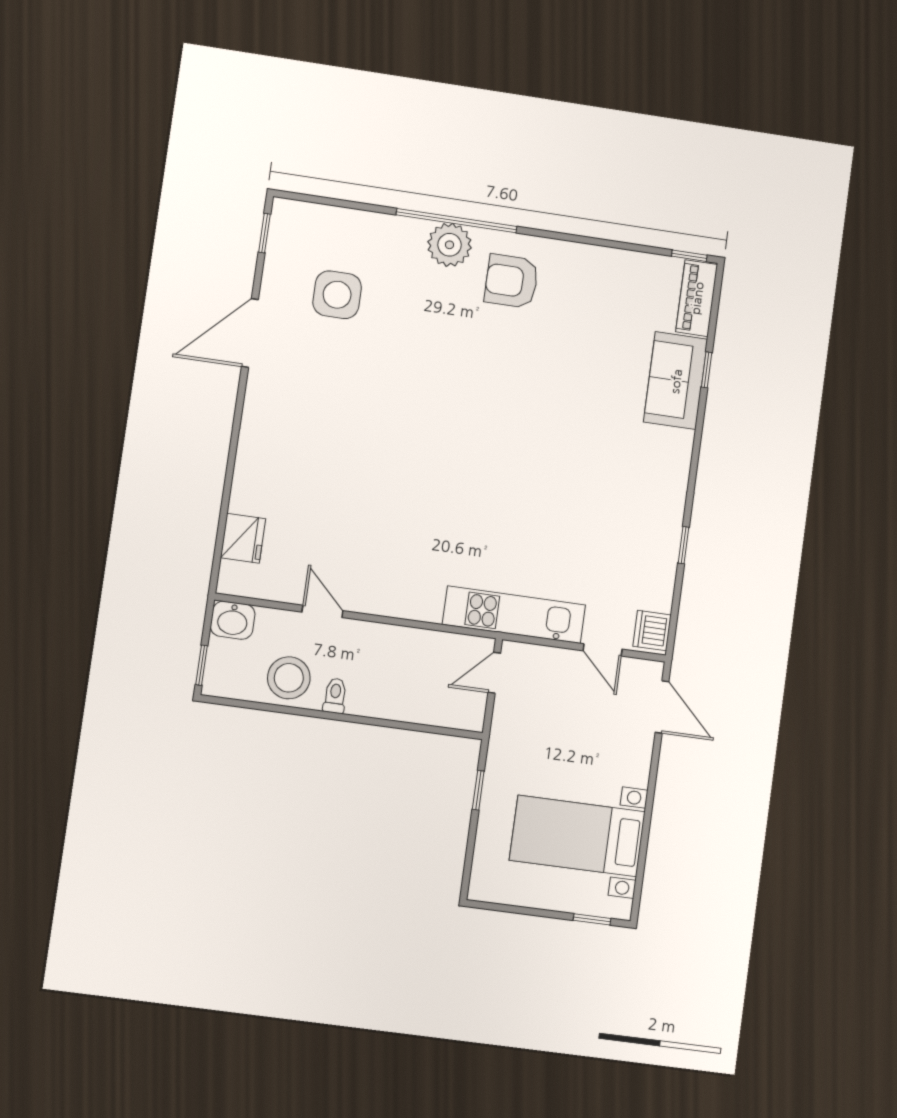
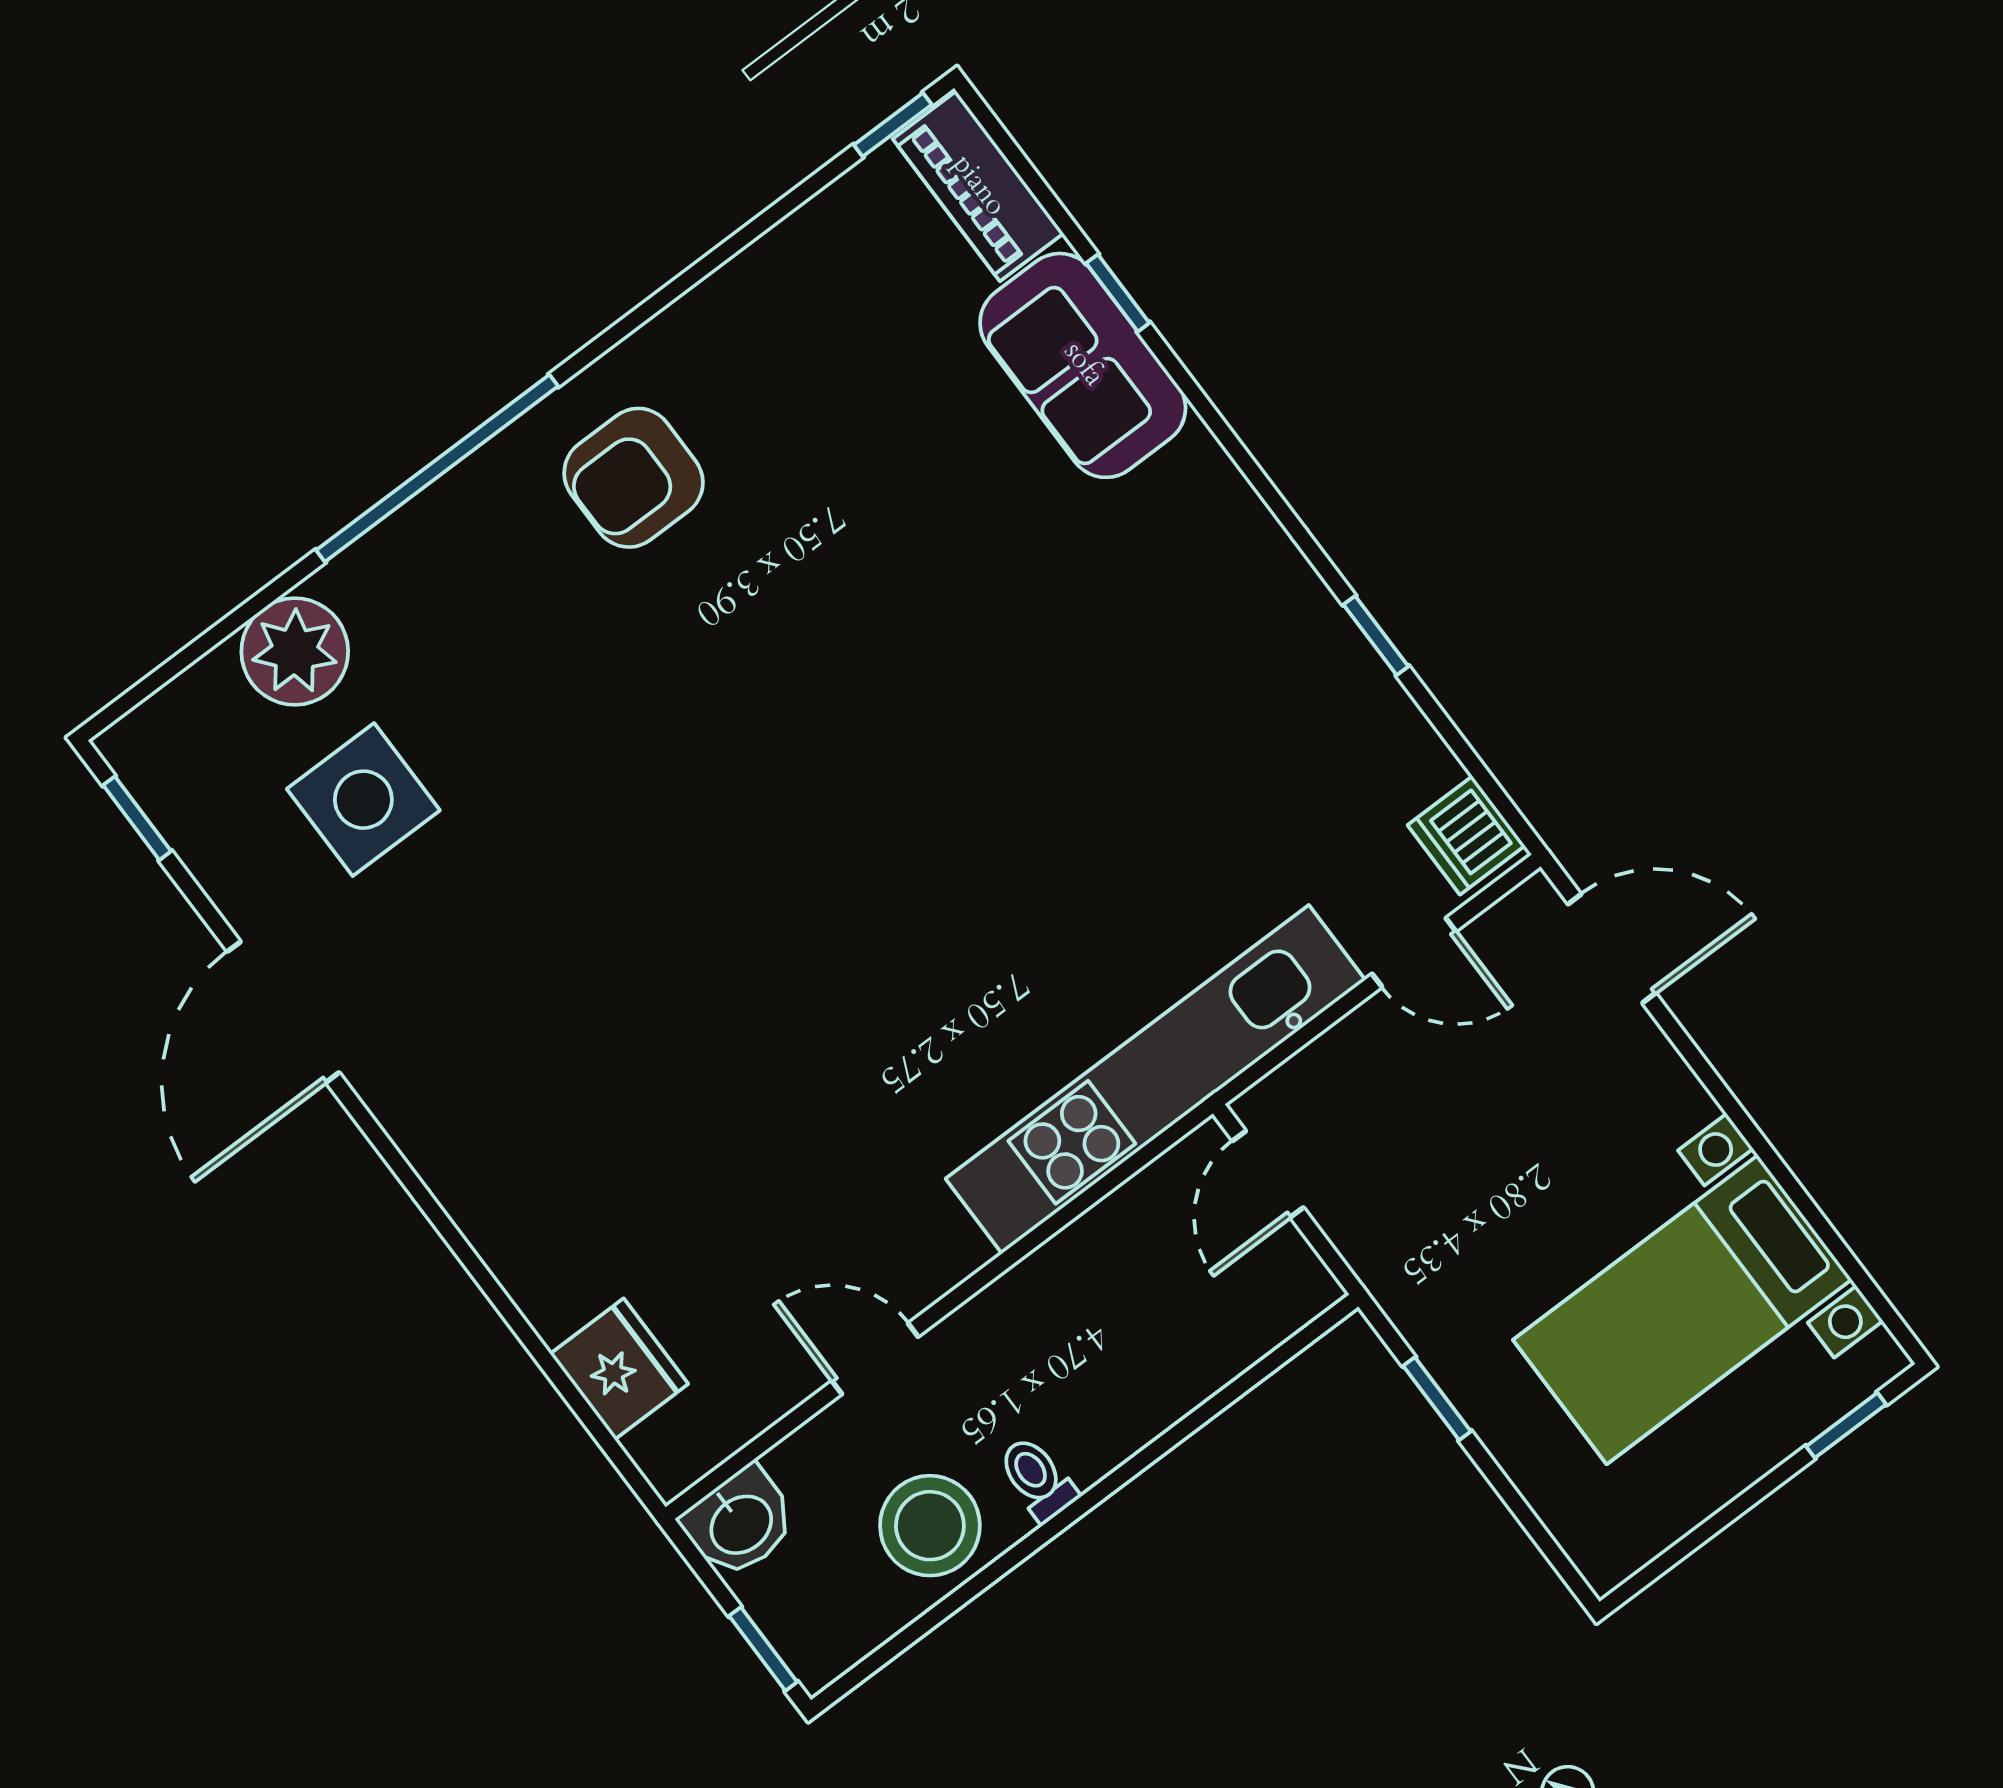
plant: (450, 245) -> (295, 651), moved
kitchen unit: (514, 615) -> (1155, 1079), width x1.36

